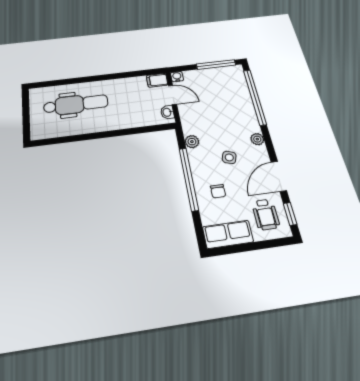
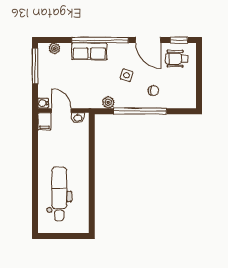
door: (172, 95) -> (61, 110), hinge flipped
window: (255, 97) -> (100, 40), moved
plant: (257, 139) -> (54, 48), moved
wheelchair: (266, 214) -> (177, 59), turned 180
row of seats: (228, 234) -> (89, 51), moved, turned -90

